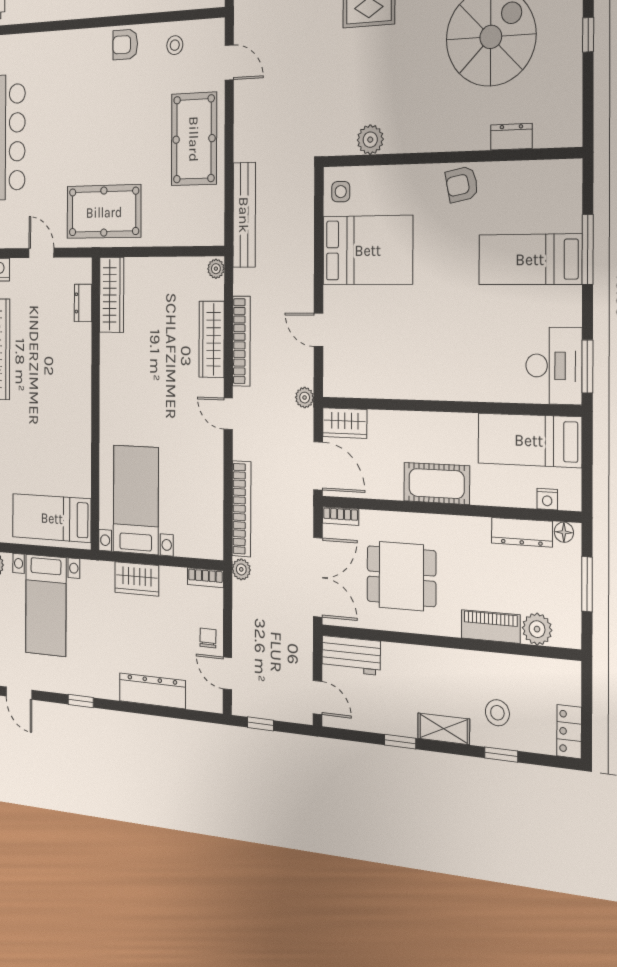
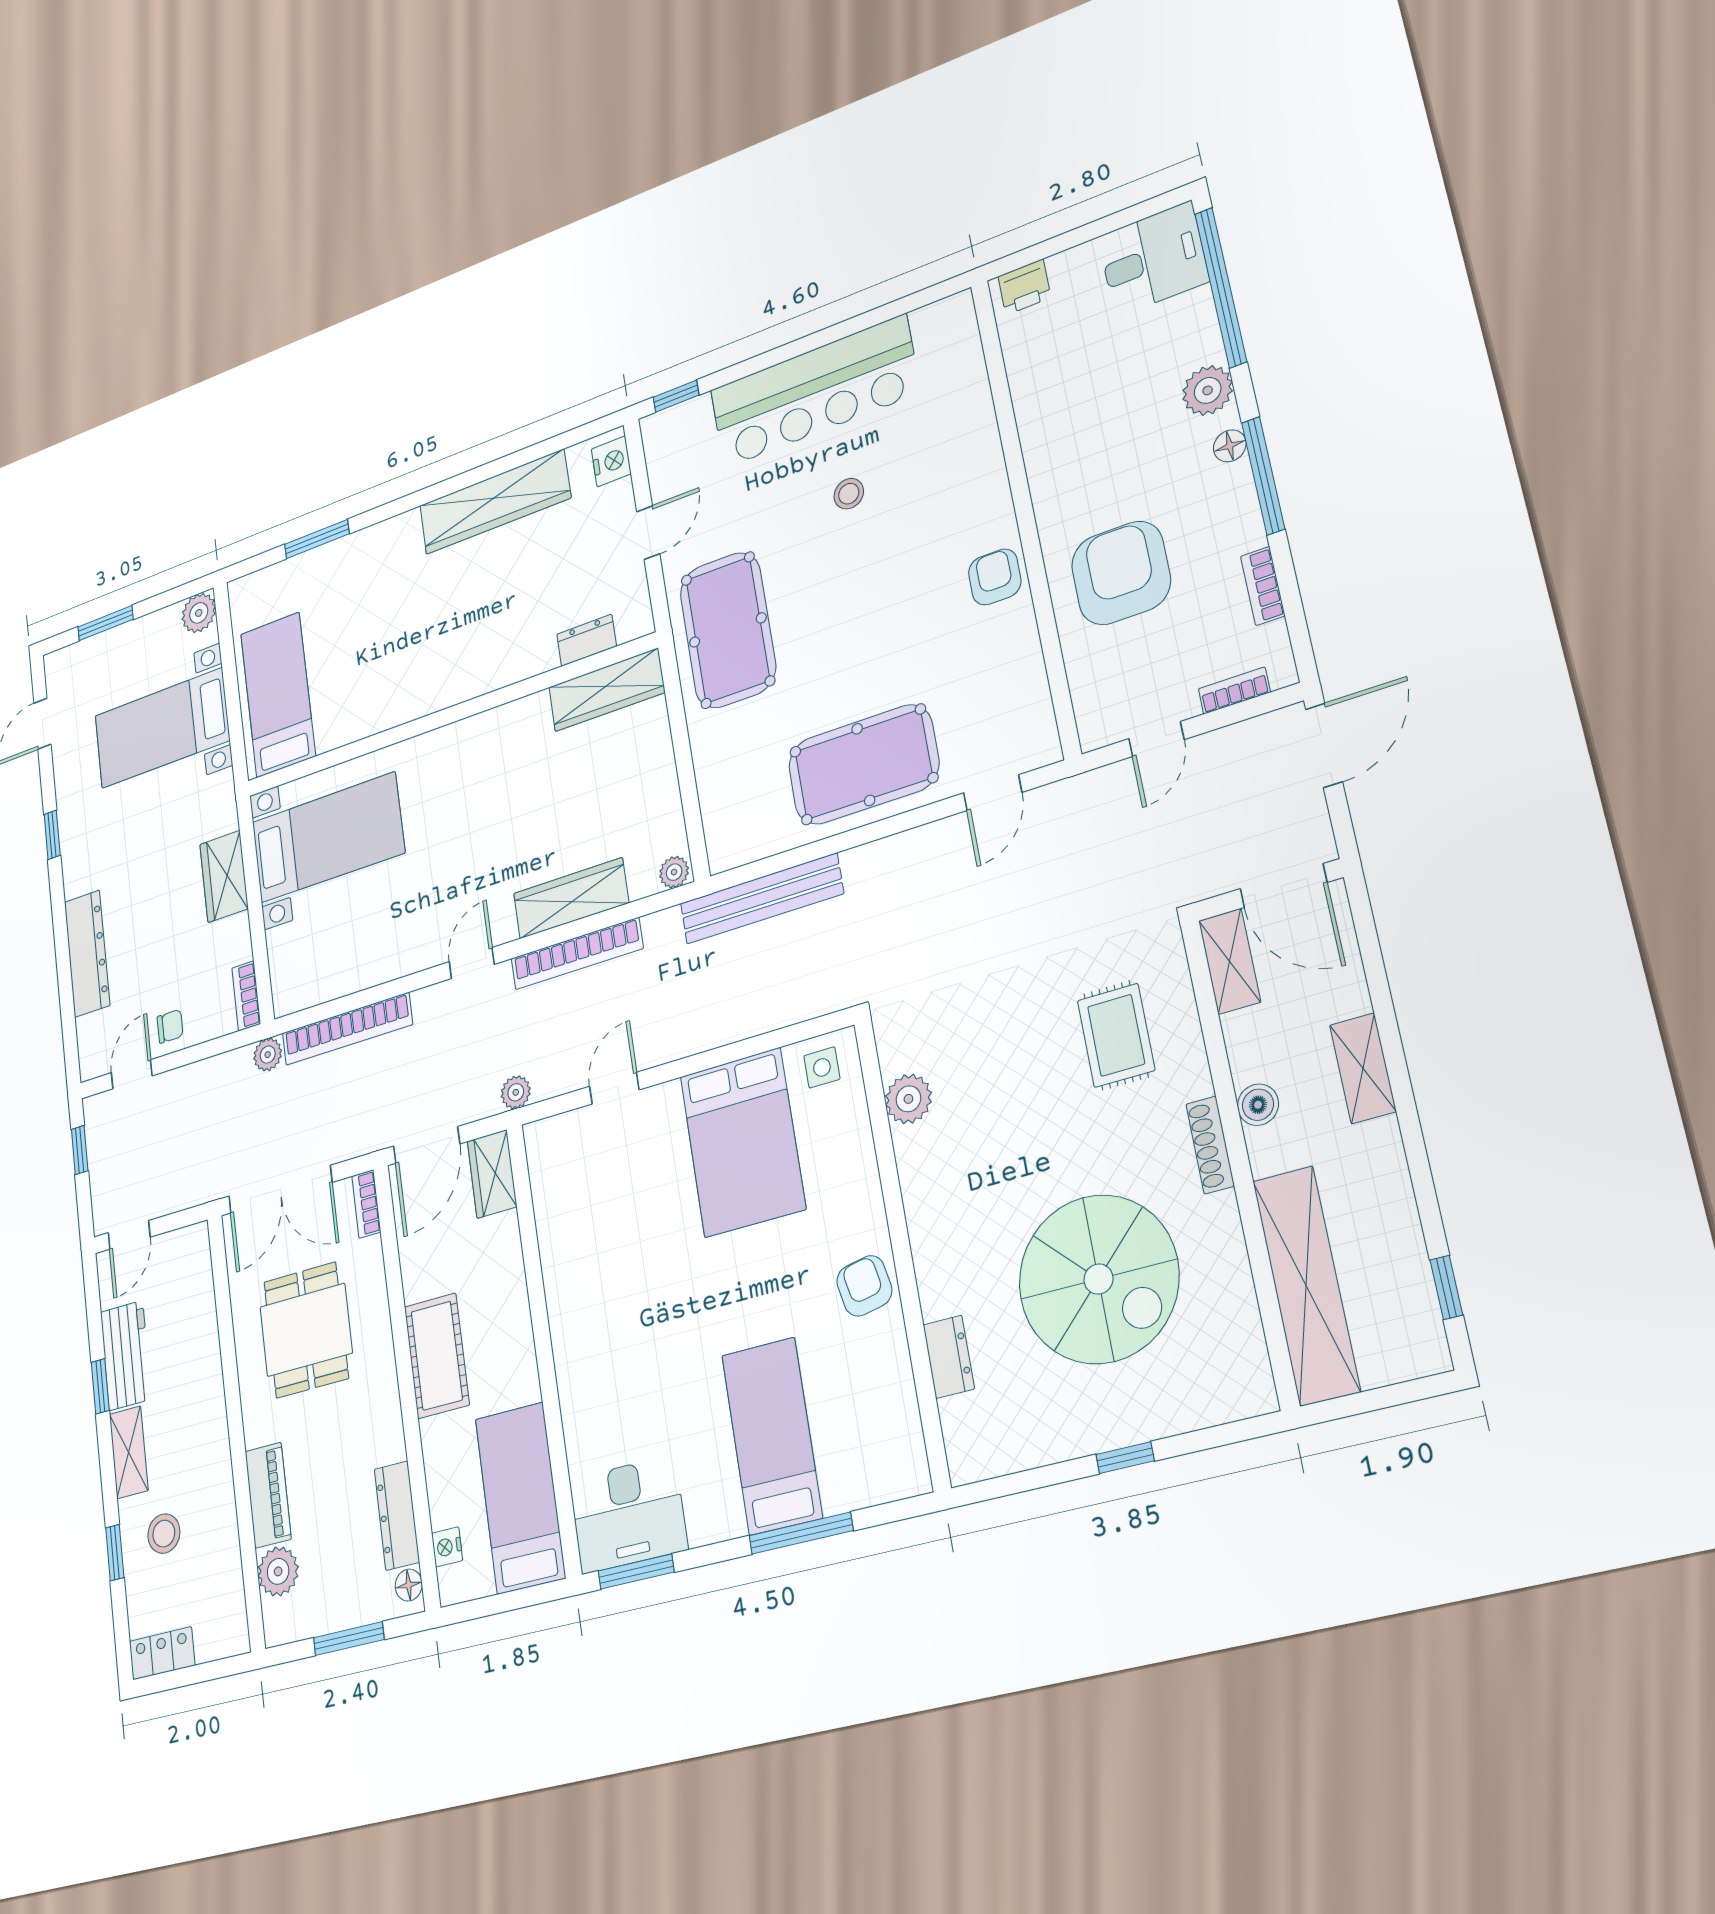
stool: (175, 45) -> (849, 494), moved
workbench: (351, 655) -> (126, 1355), moved, turned 180

